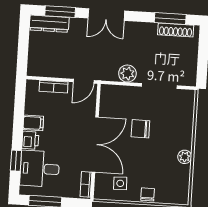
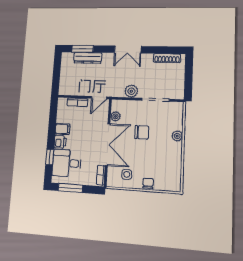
double door: (106, 15) -> (128, 50), moved
window: (170, 19) -> (163, 50), removed
dresser: (49, 24) -> (88, 58), moved
plant: (106, 107) -> (115, 116), added
chair: (140, 129) -> (142, 132), turned 180
plant: (185, 157) -> (177, 136), moved

